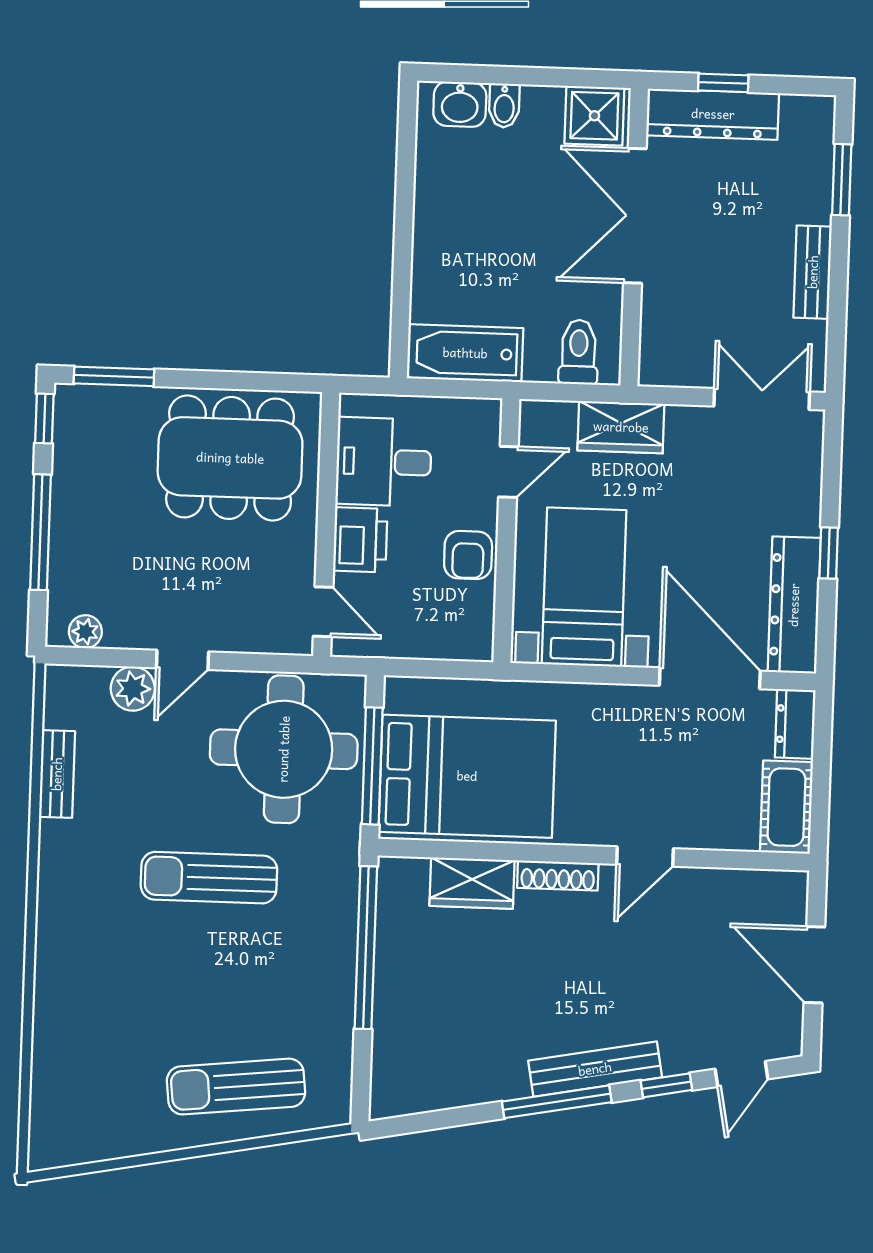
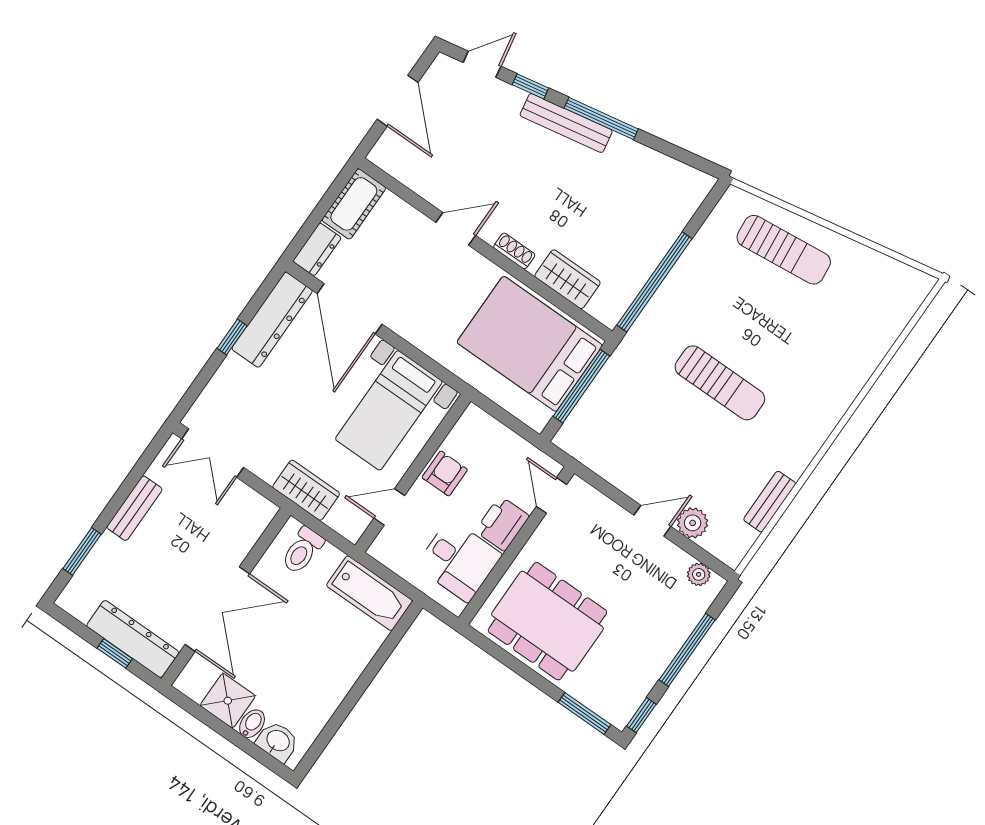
shower: (594, 116) -> (228, 701), moved
round table: (284, 749) -> (627, 430), removed
shoe rack: (558, 876) -> (514, 251), width x0.70

